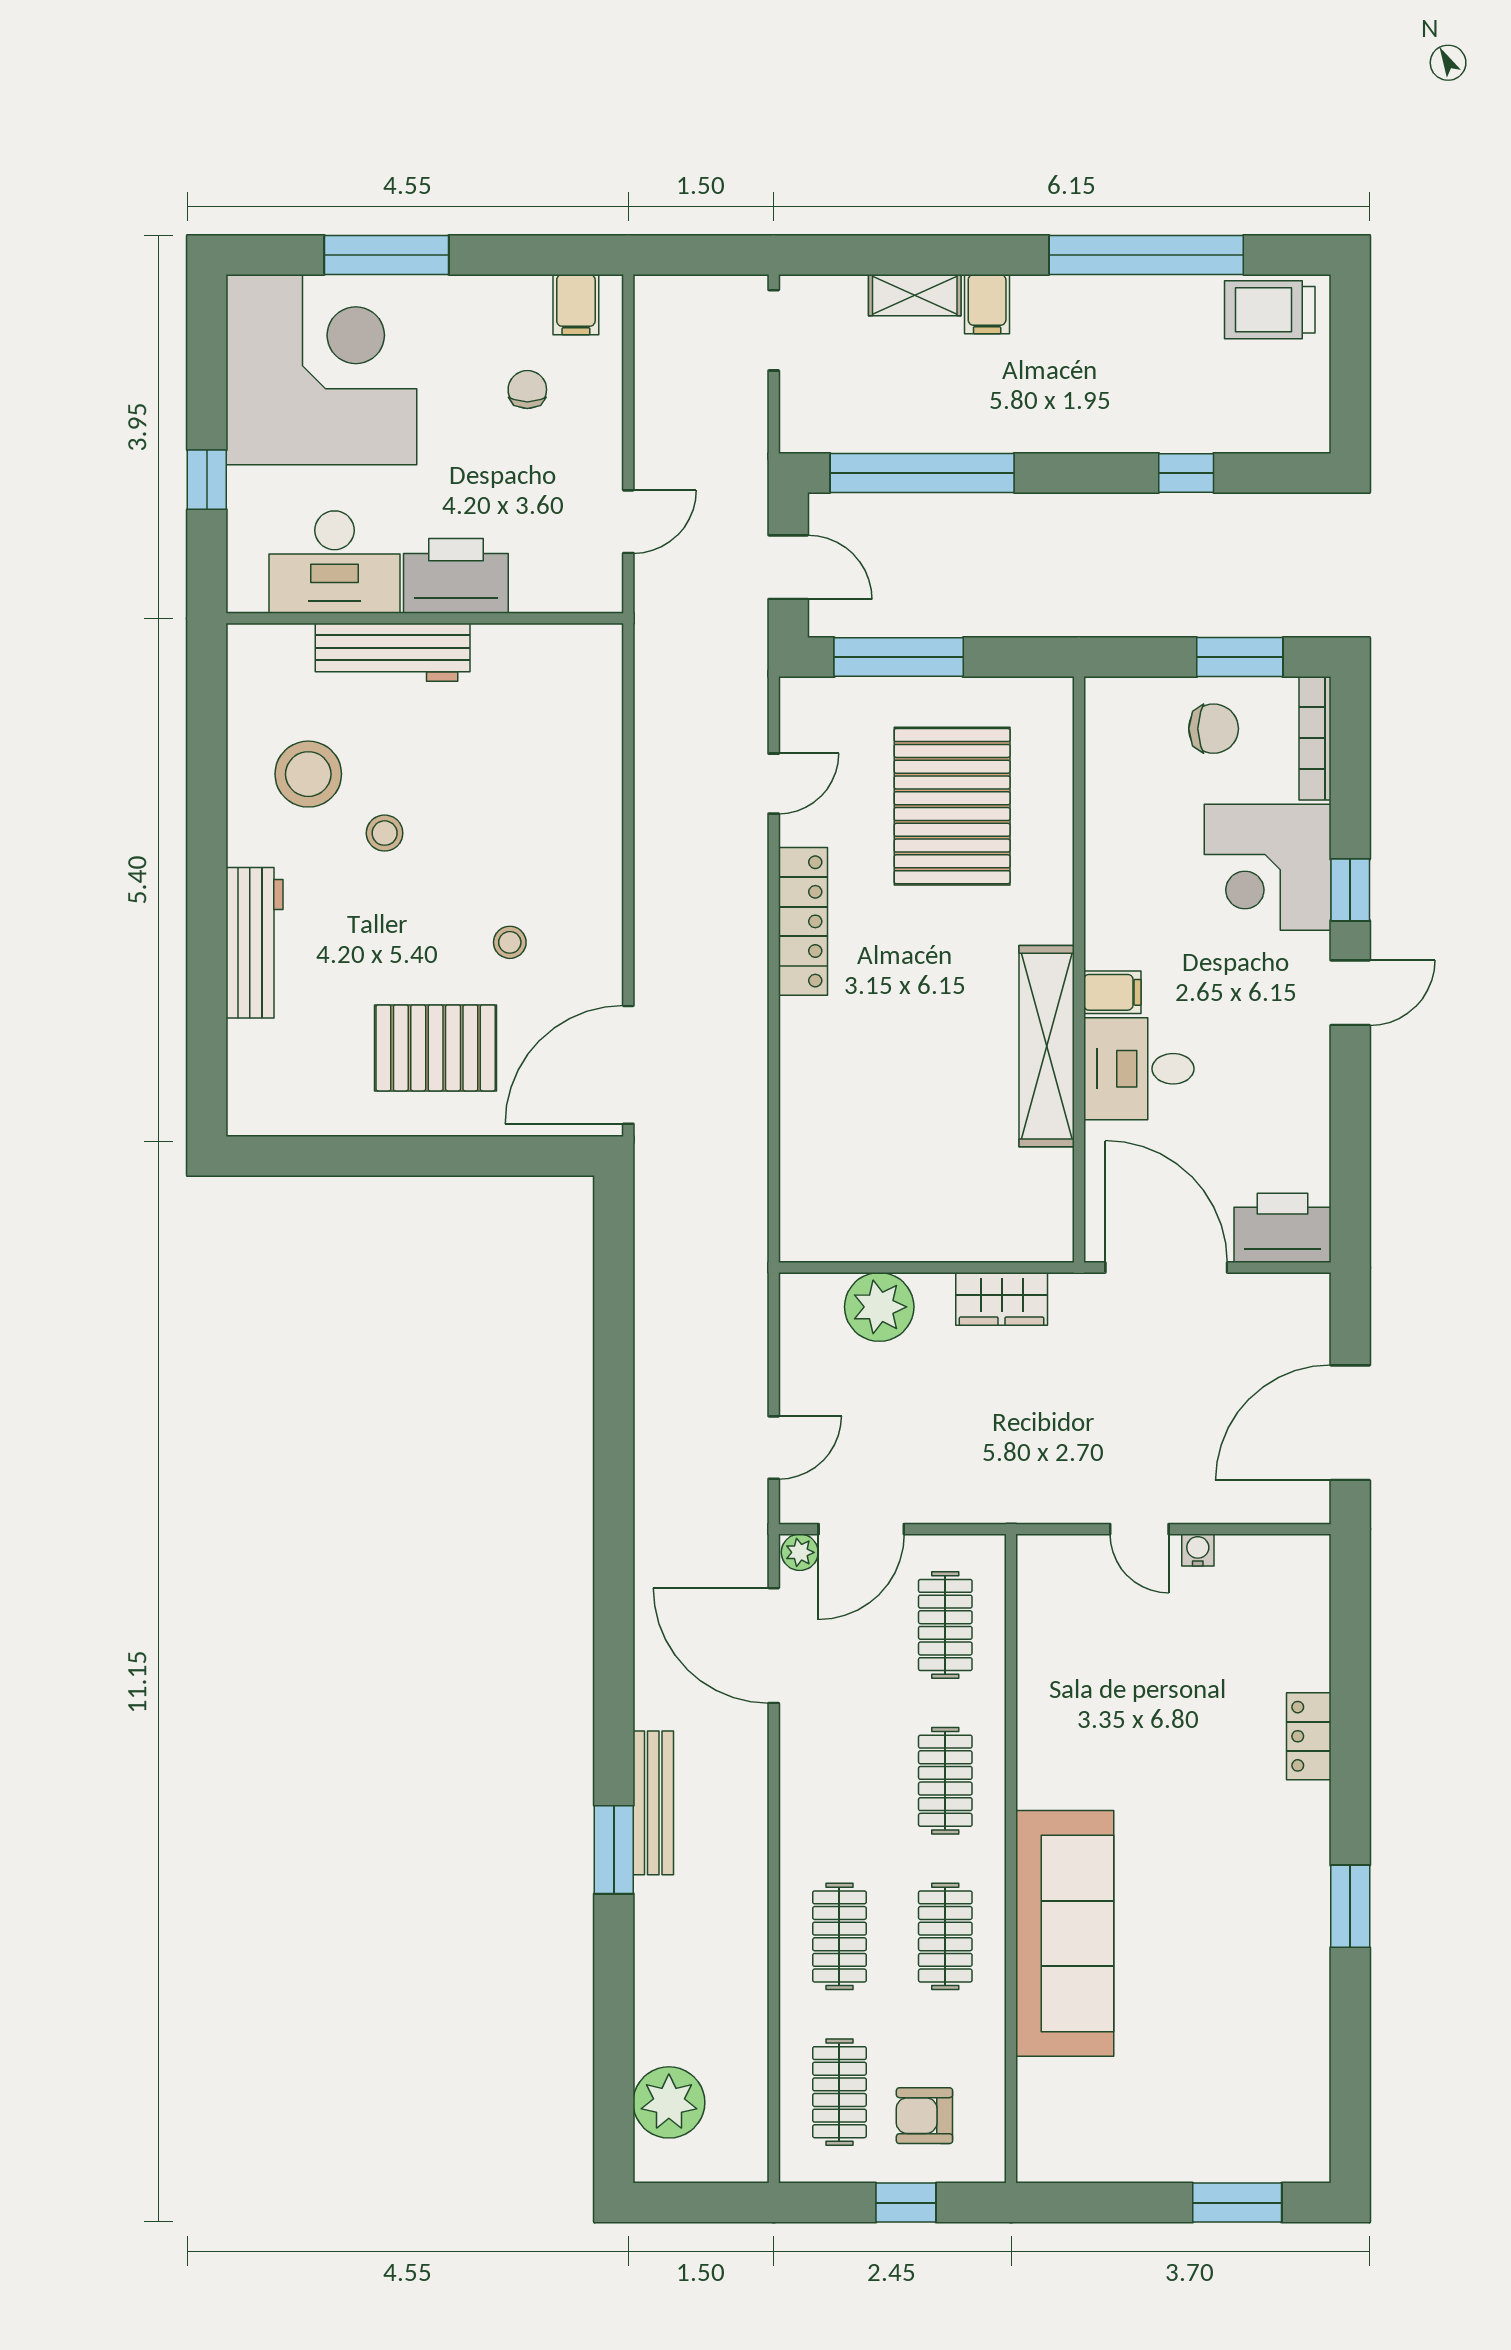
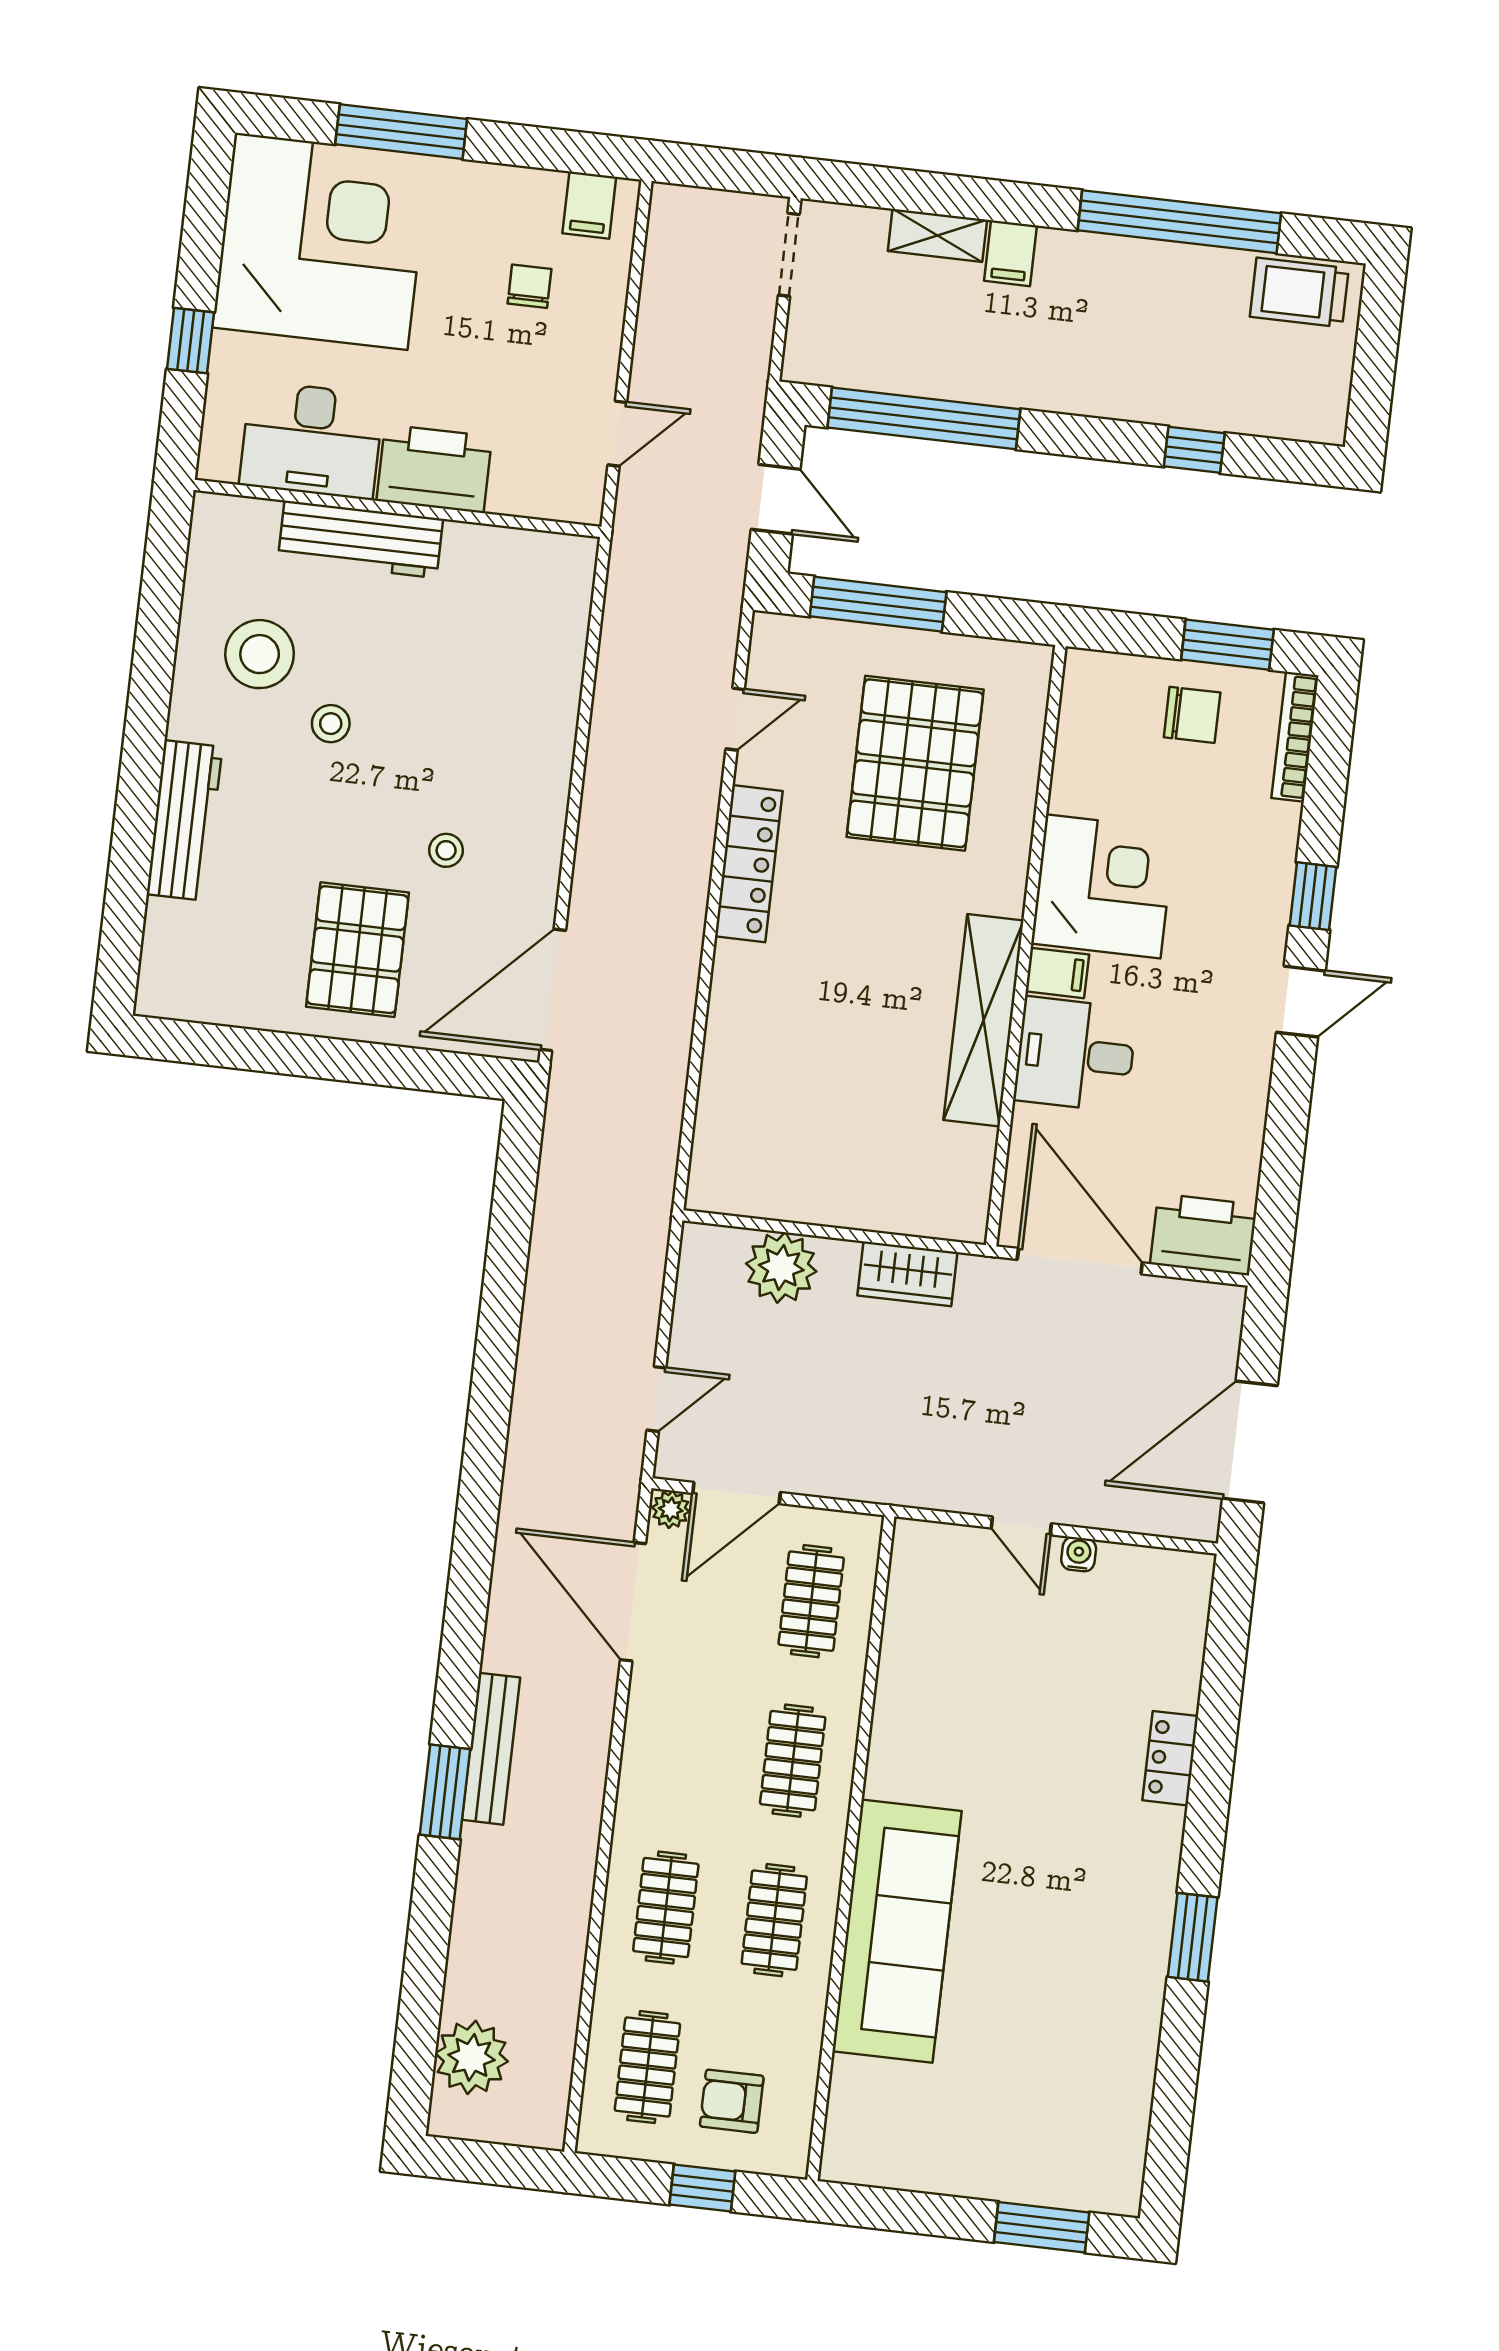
corner desk: (1268, 867) -> (1103, 886), moved, turned 180
pallet: (436, 1048) -> (358, 950), turned 90

